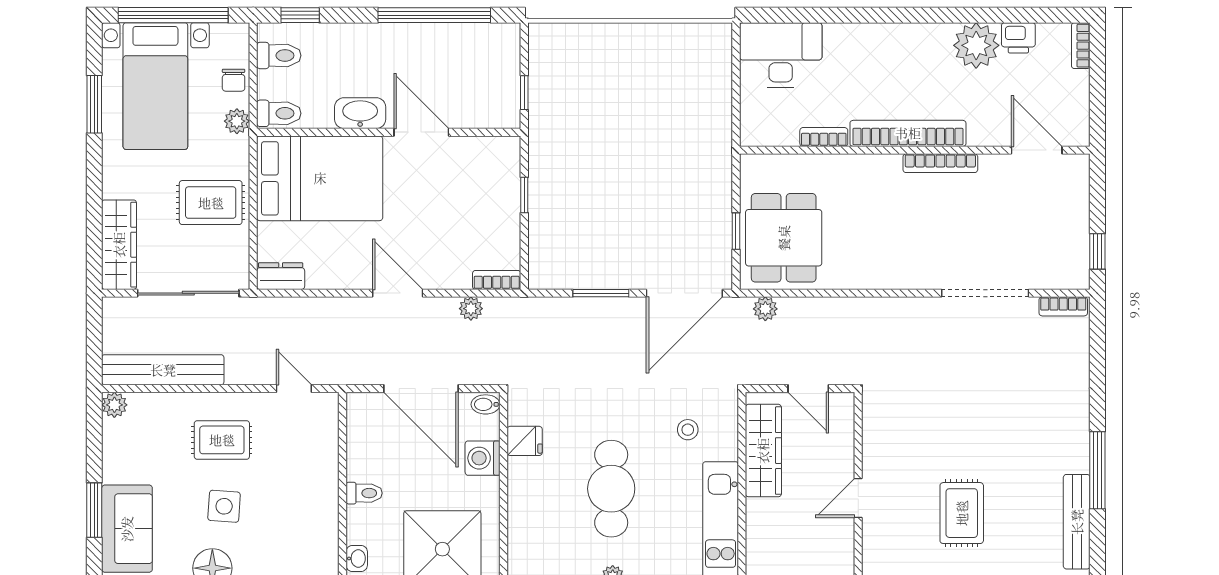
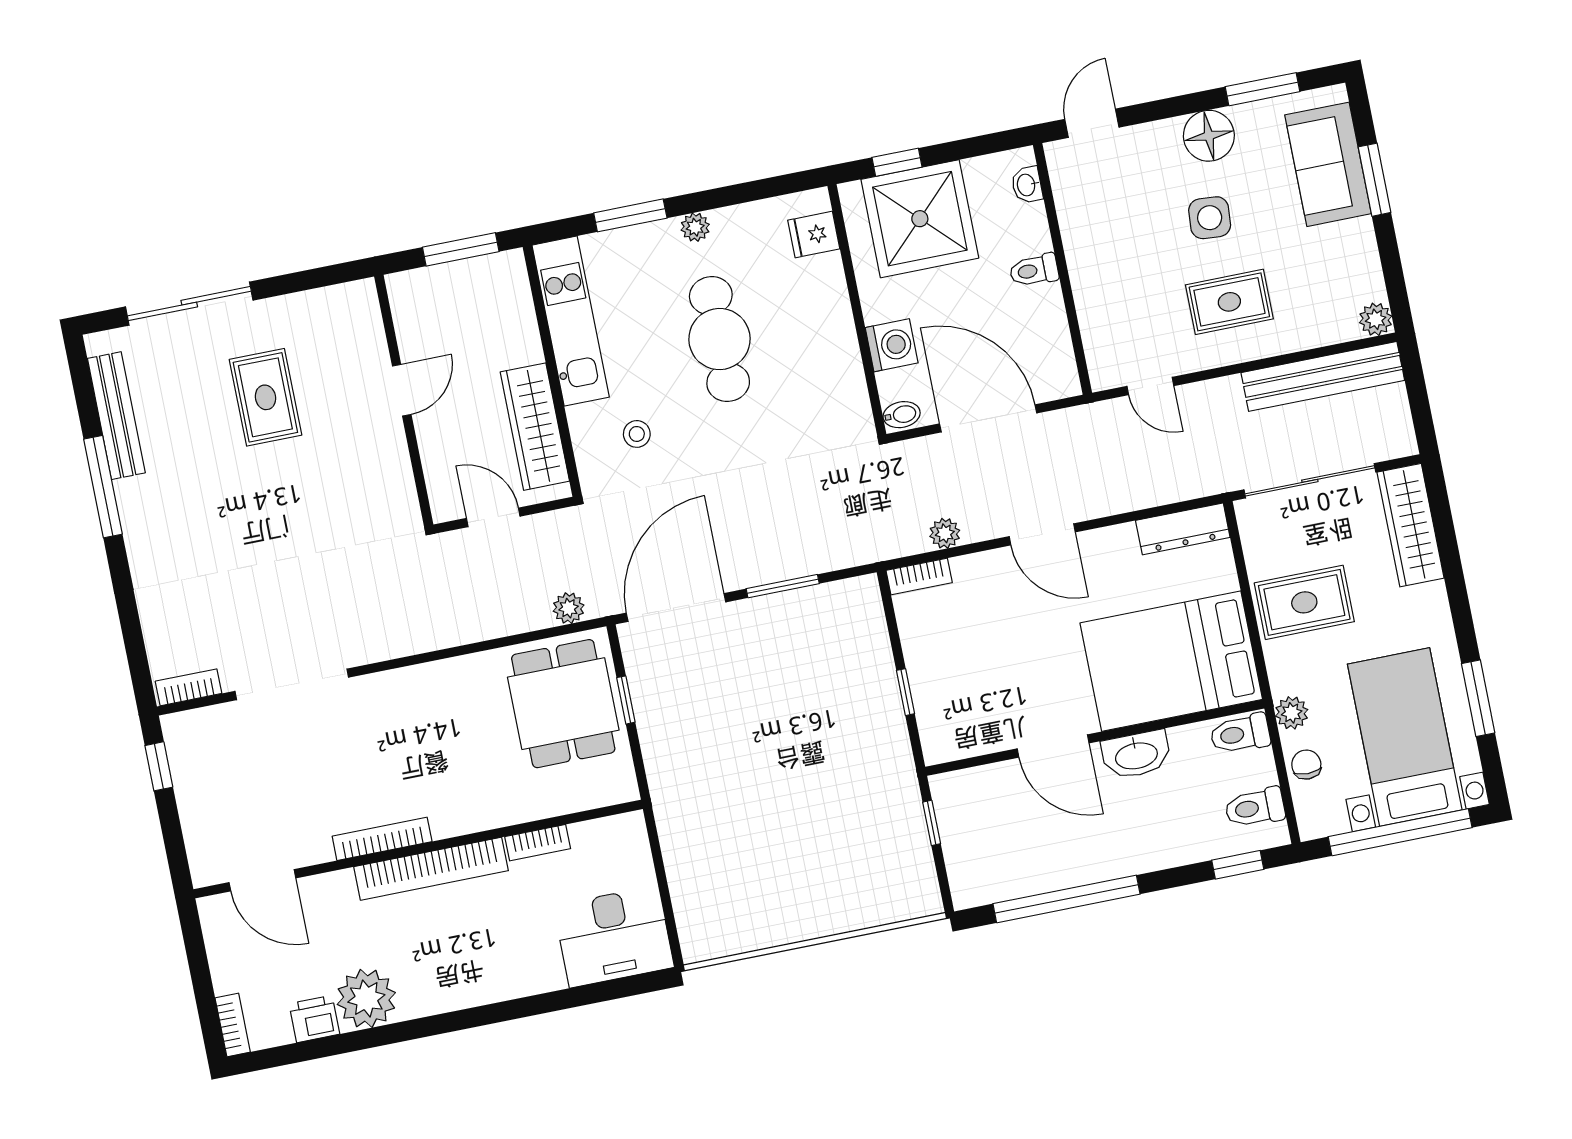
dresser: (281, 276) -> (1183, 529), width x1.44
fridge: (525, 441) -> (814, 235), moved

